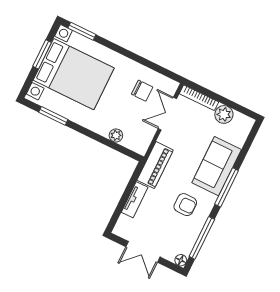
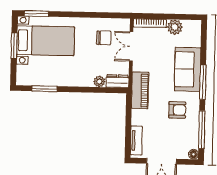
bed with nightstands: (74, 74) -> (46, 41), width x0.73
dresser: (135, 144) -> (117, 81), added
tv unit: (135, 200) -> (136, 140), moved

